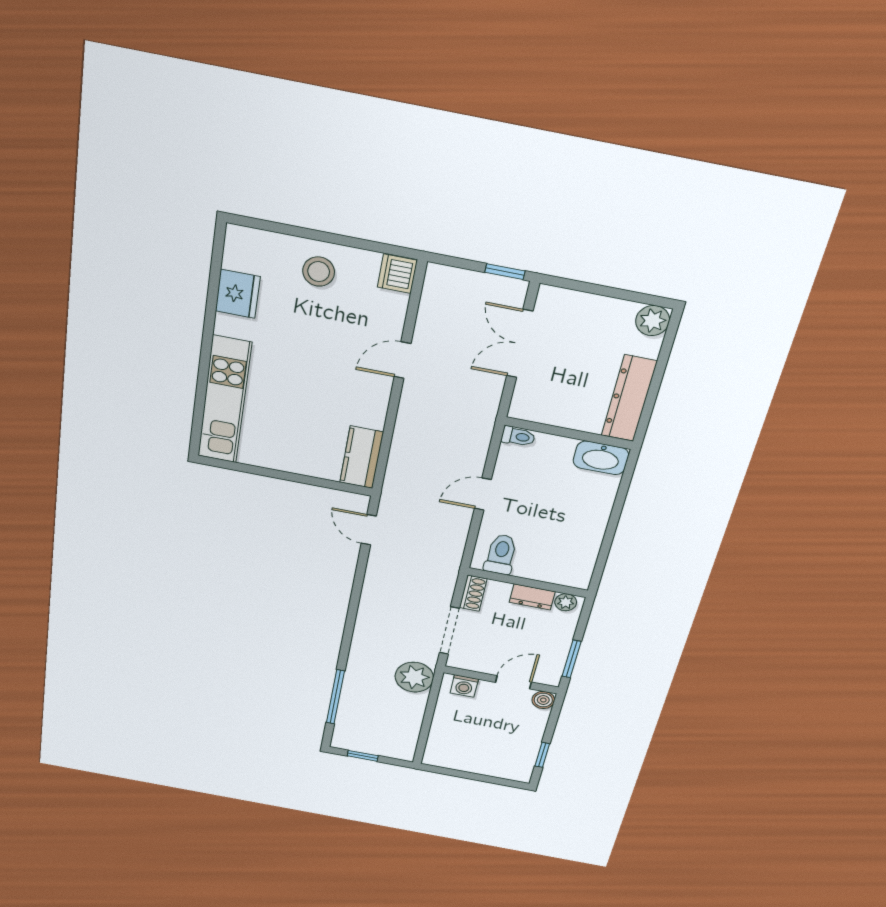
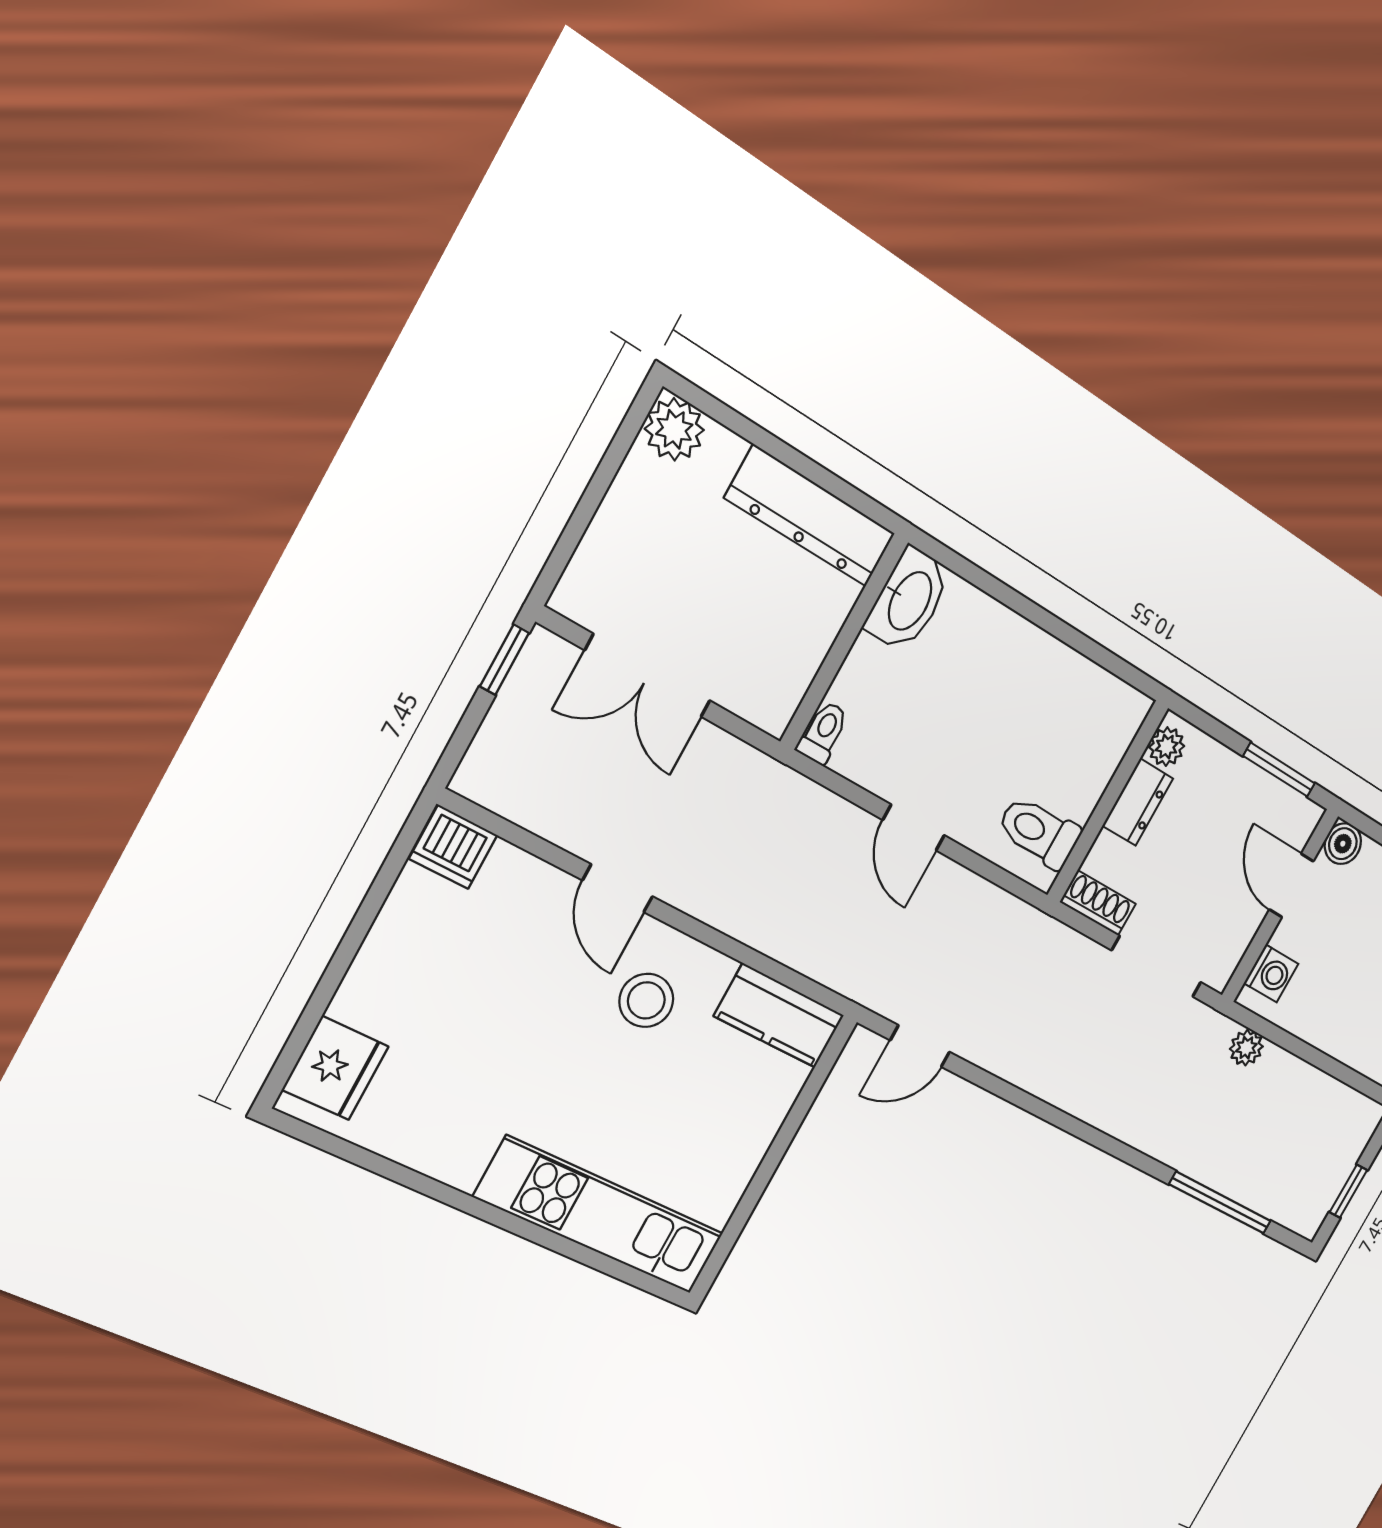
stool: (319, 272) -> (646, 1000), moved
fridge: (238, 294) -> (335, 1068), moved, turned 90
plant: (414, 677) -> (1246, 1048), width x0.53, depth x0.53

